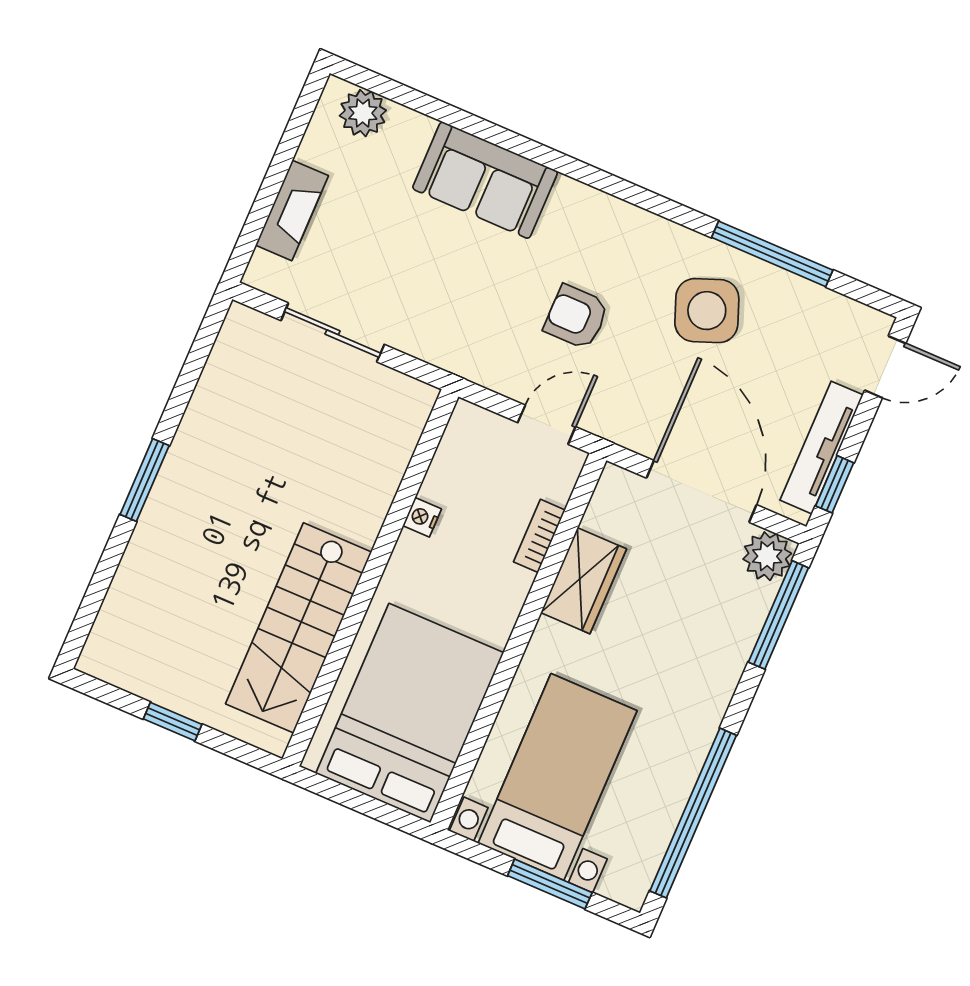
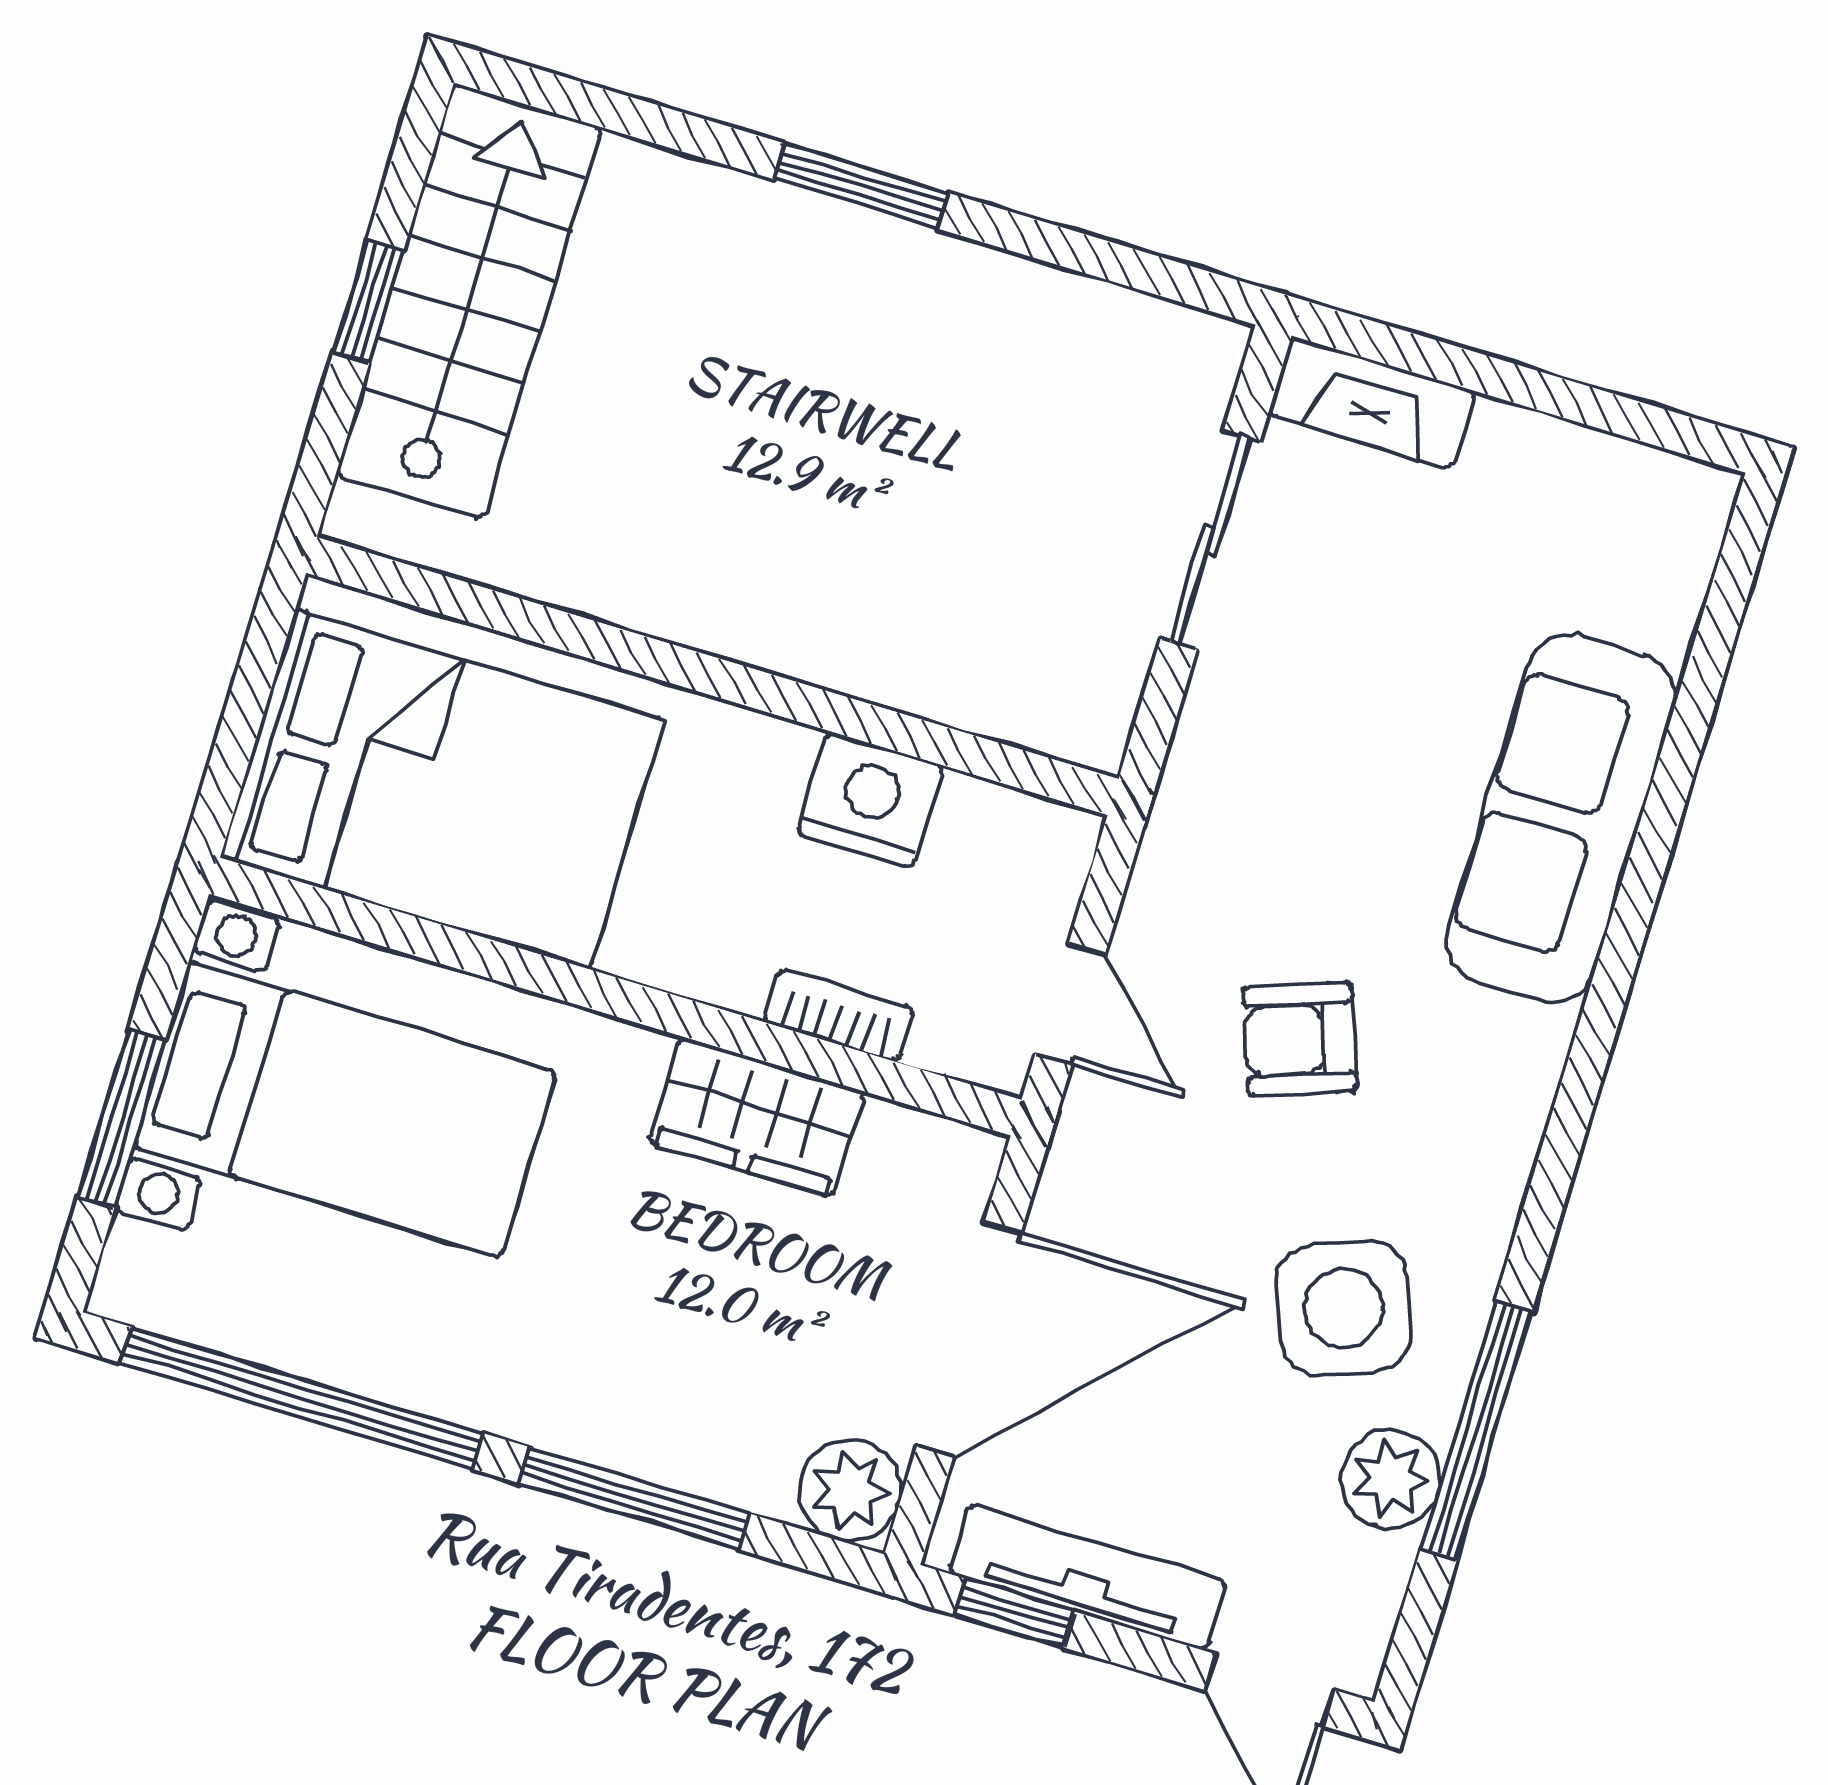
plant: (363, 113) -> (1391, 1479), moved
sofa: (485, 180) -> (1561, 819), width x1.36
fireplace: (292, 210) -> (1372, 403), moved
armchair: (576, 317) -> (1300, 1040), turned -110
nightstand: (422, 517) -> (870, 800), width x1.89, depth x1.79
window: (778, 615) -> (634, 1498), moved
stairs: (299, 628) -> (469, 301), moved, turned 90

